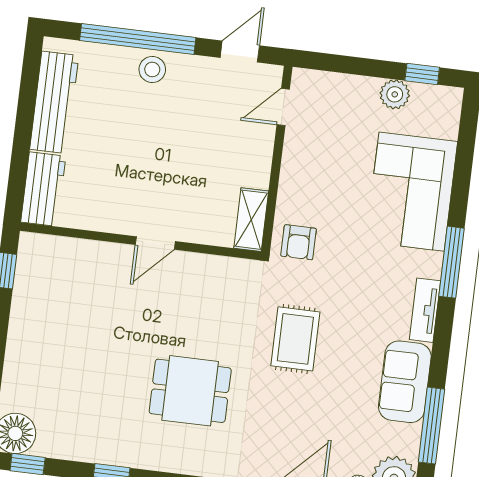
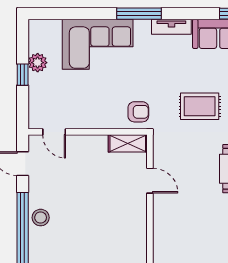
window: (422, 74) -> (23, 75), moved
door: (155, 243) -> (150, 181), moved

